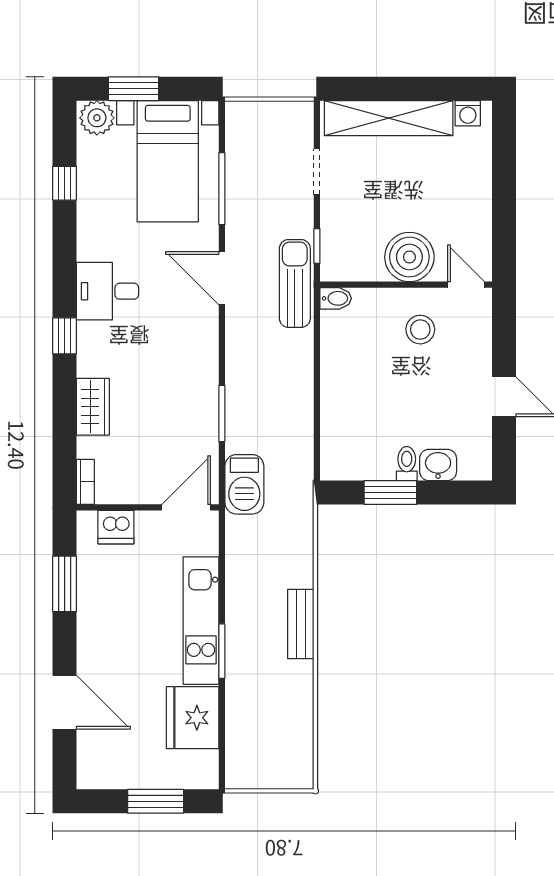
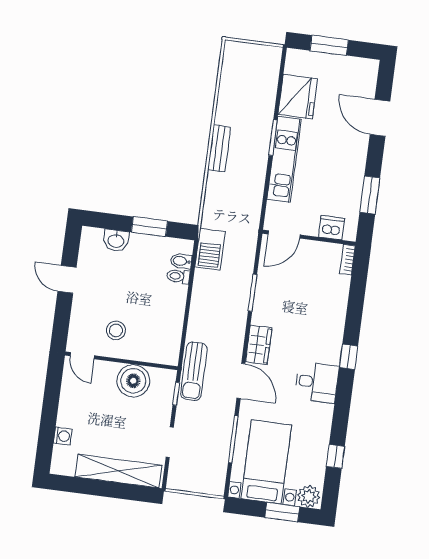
washing machine: (468, 113) -> (63, 436), moved, turned 90
boiler: (409, 257) -> (133, 381), moved
bidet: (336, 298) -> (181, 261), moved
wardrobe: (93, 407) -> (259, 345), moved, turned 180
toilet: (407, 464) -> (178, 276), moved, turned 90
barbecue: (244, 484) -> (210, 249), moved, turned 180

